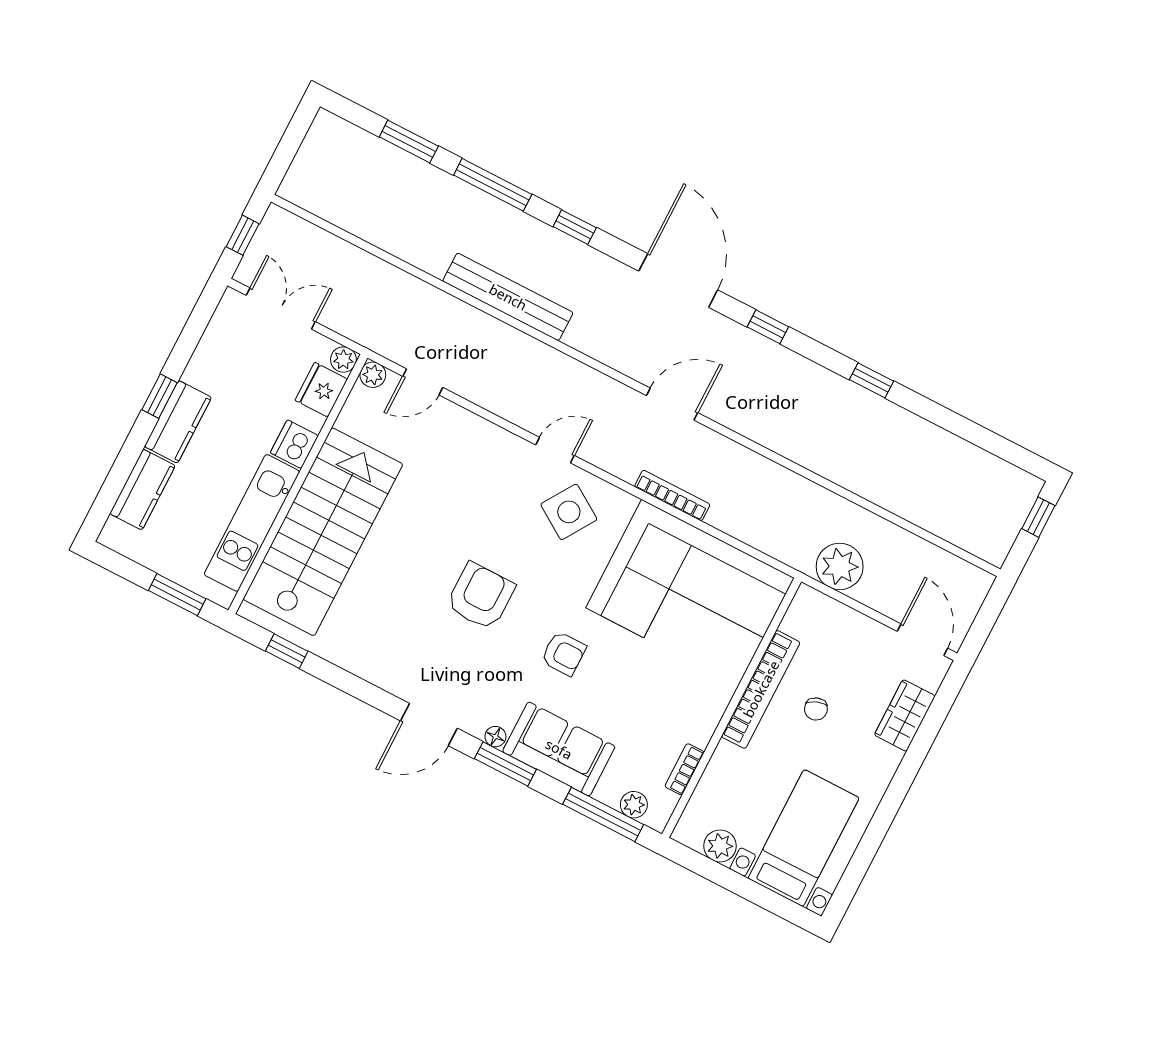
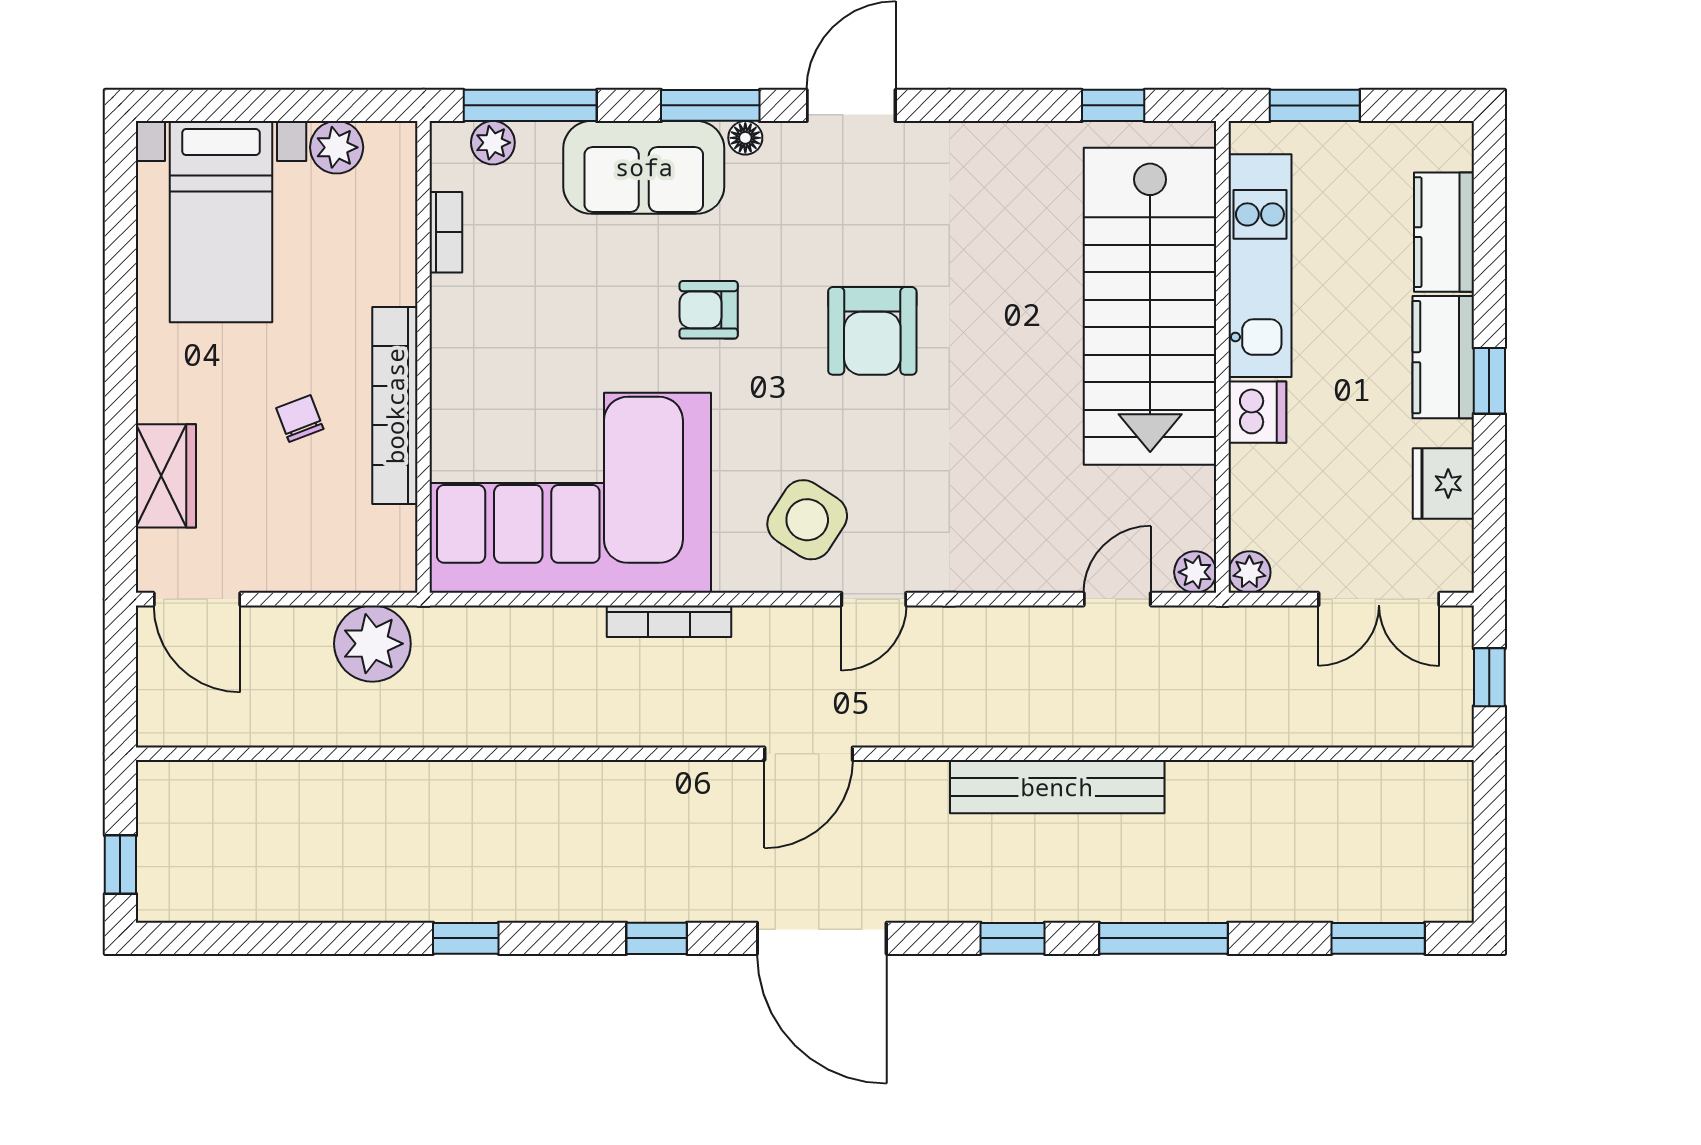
window: (409, 142) -> (1378, 938), moved
fridge: (321, 390) -> (1443, 483), moved, turned 180
door: (672, 404) -> (809, 754), moved

